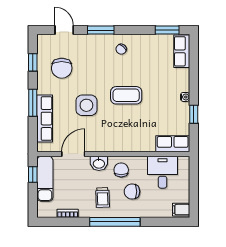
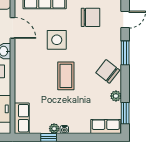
plant: (148, 40) -> (116, 96), added
chair: (121, 49) -> (108, 71), width x1.87, depth x1.87
chair: (62, 68) -> (90, 17), turned 180
plant: (184, 108) -> (54, 129), added

